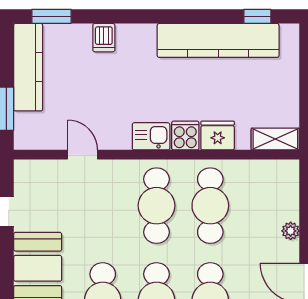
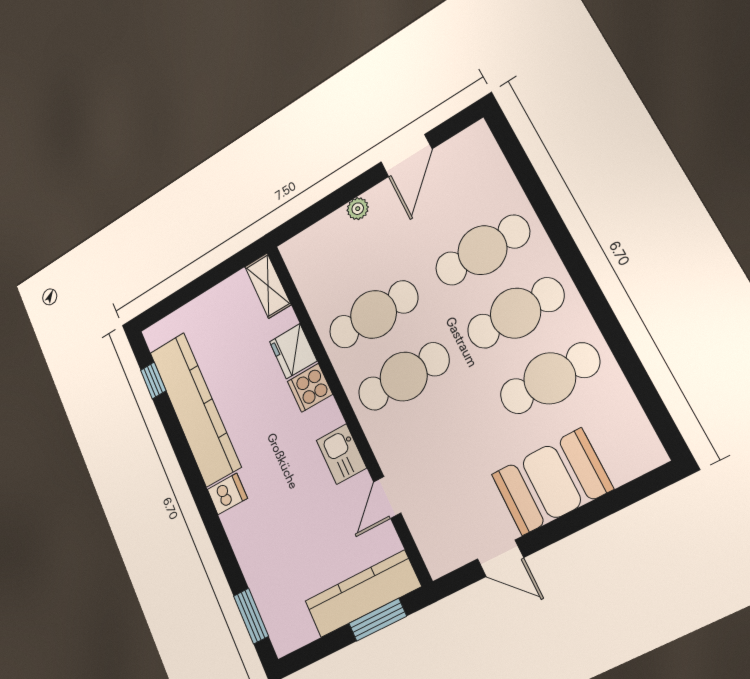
dishwasher: (104, 38) -> (227, 494), moved
kitchen counter: (28, 67) -> (362, 594), moved
kitchen sink: (151, 136) -> (341, 454), moved

